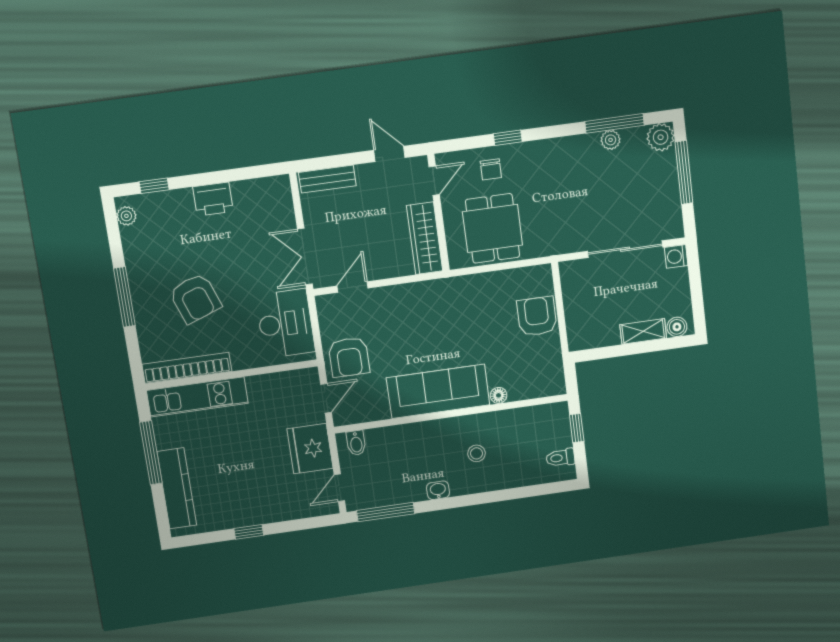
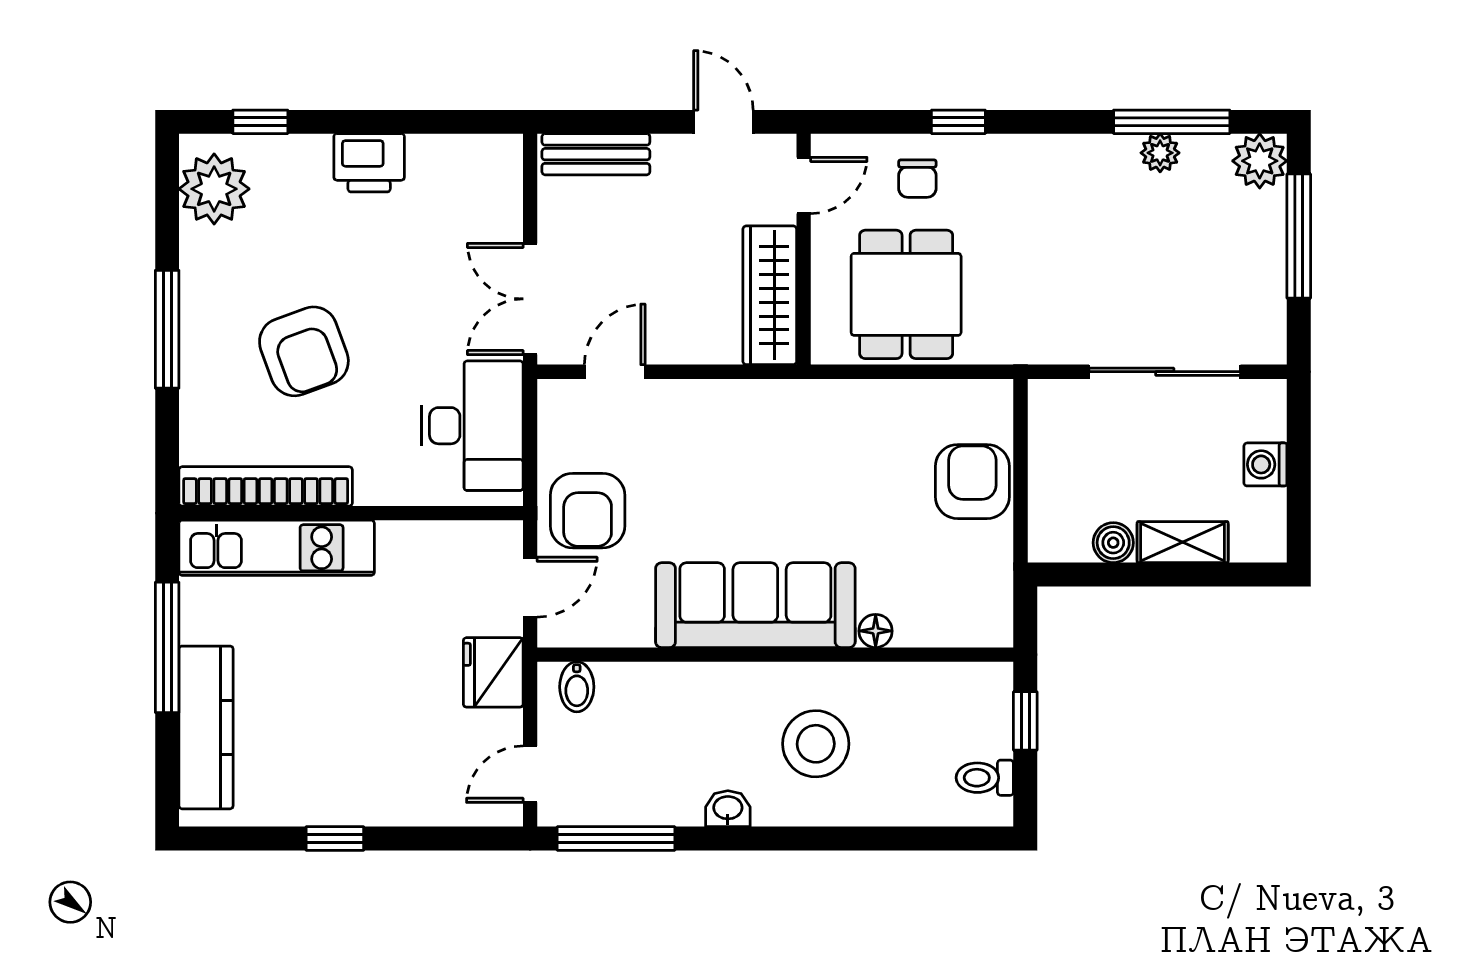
plant: (126, 216) -> (214, 189), width x1.88, depth x1.88
washing machine: (676, 256) -> (1265, 464), moved
boiler: (677, 327) -> (1113, 543), moved
fridge: (310, 449) -> (493, 672), width x0.73, depth x0.75
stool: (476, 453) -> (816, 744), width x1.89, depth x1.89

